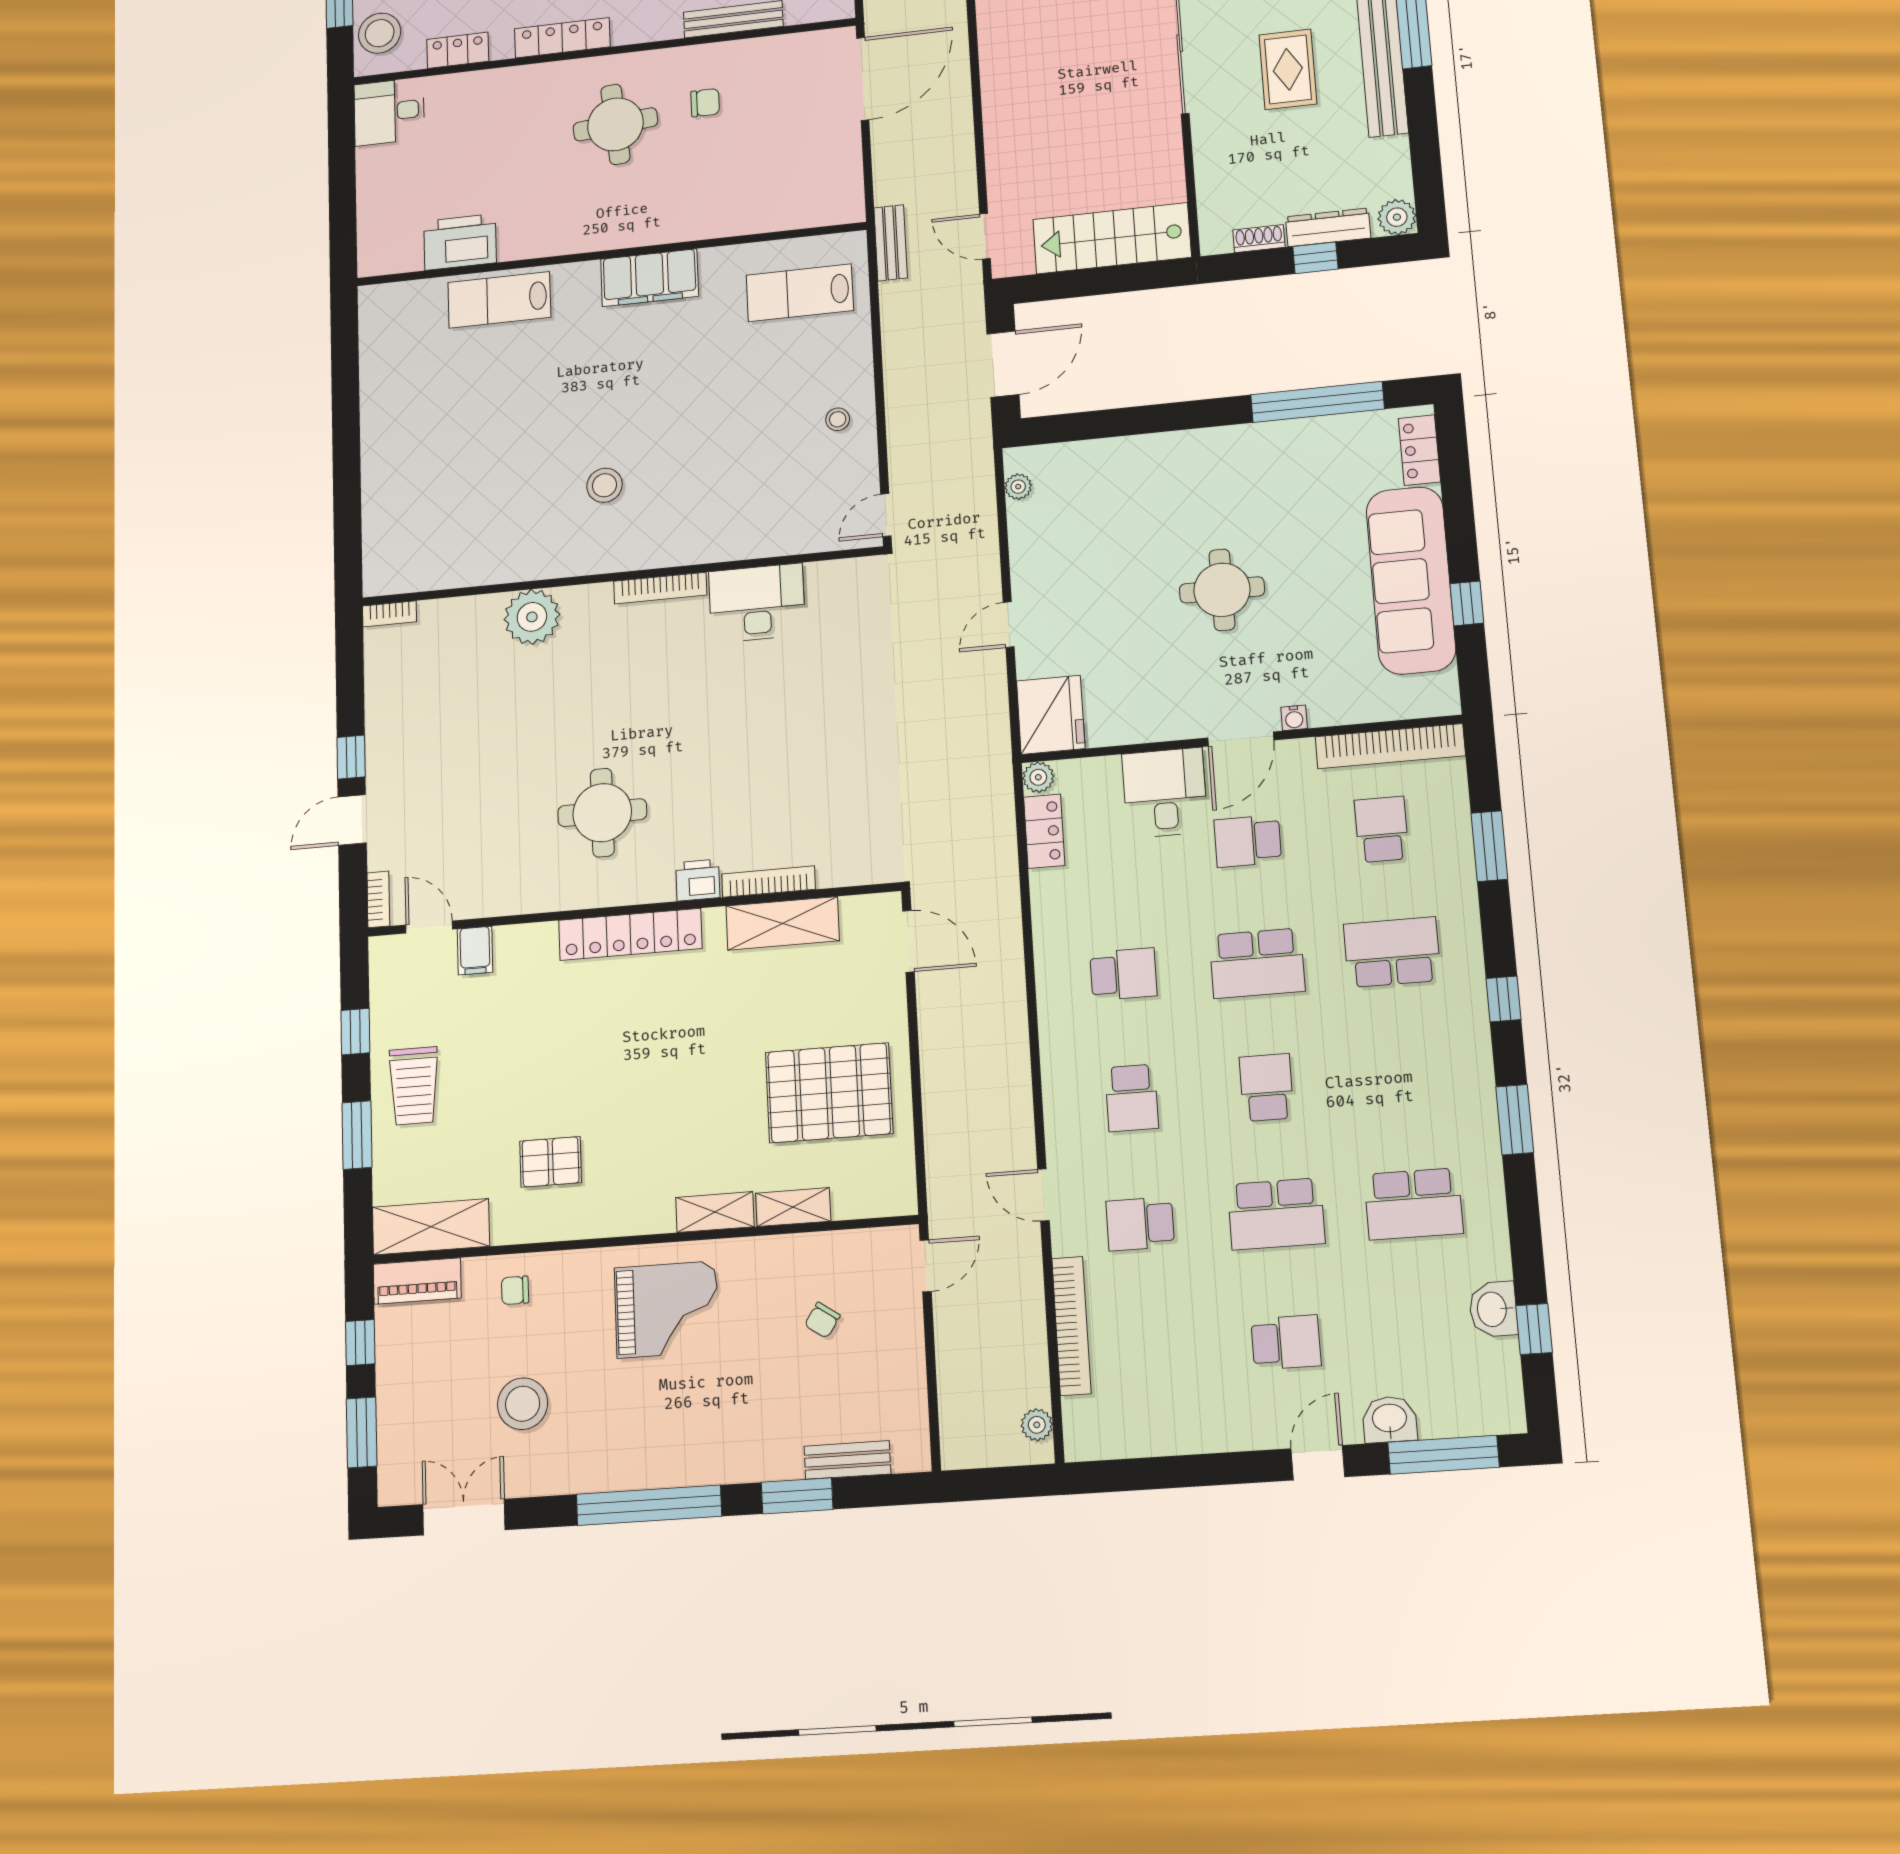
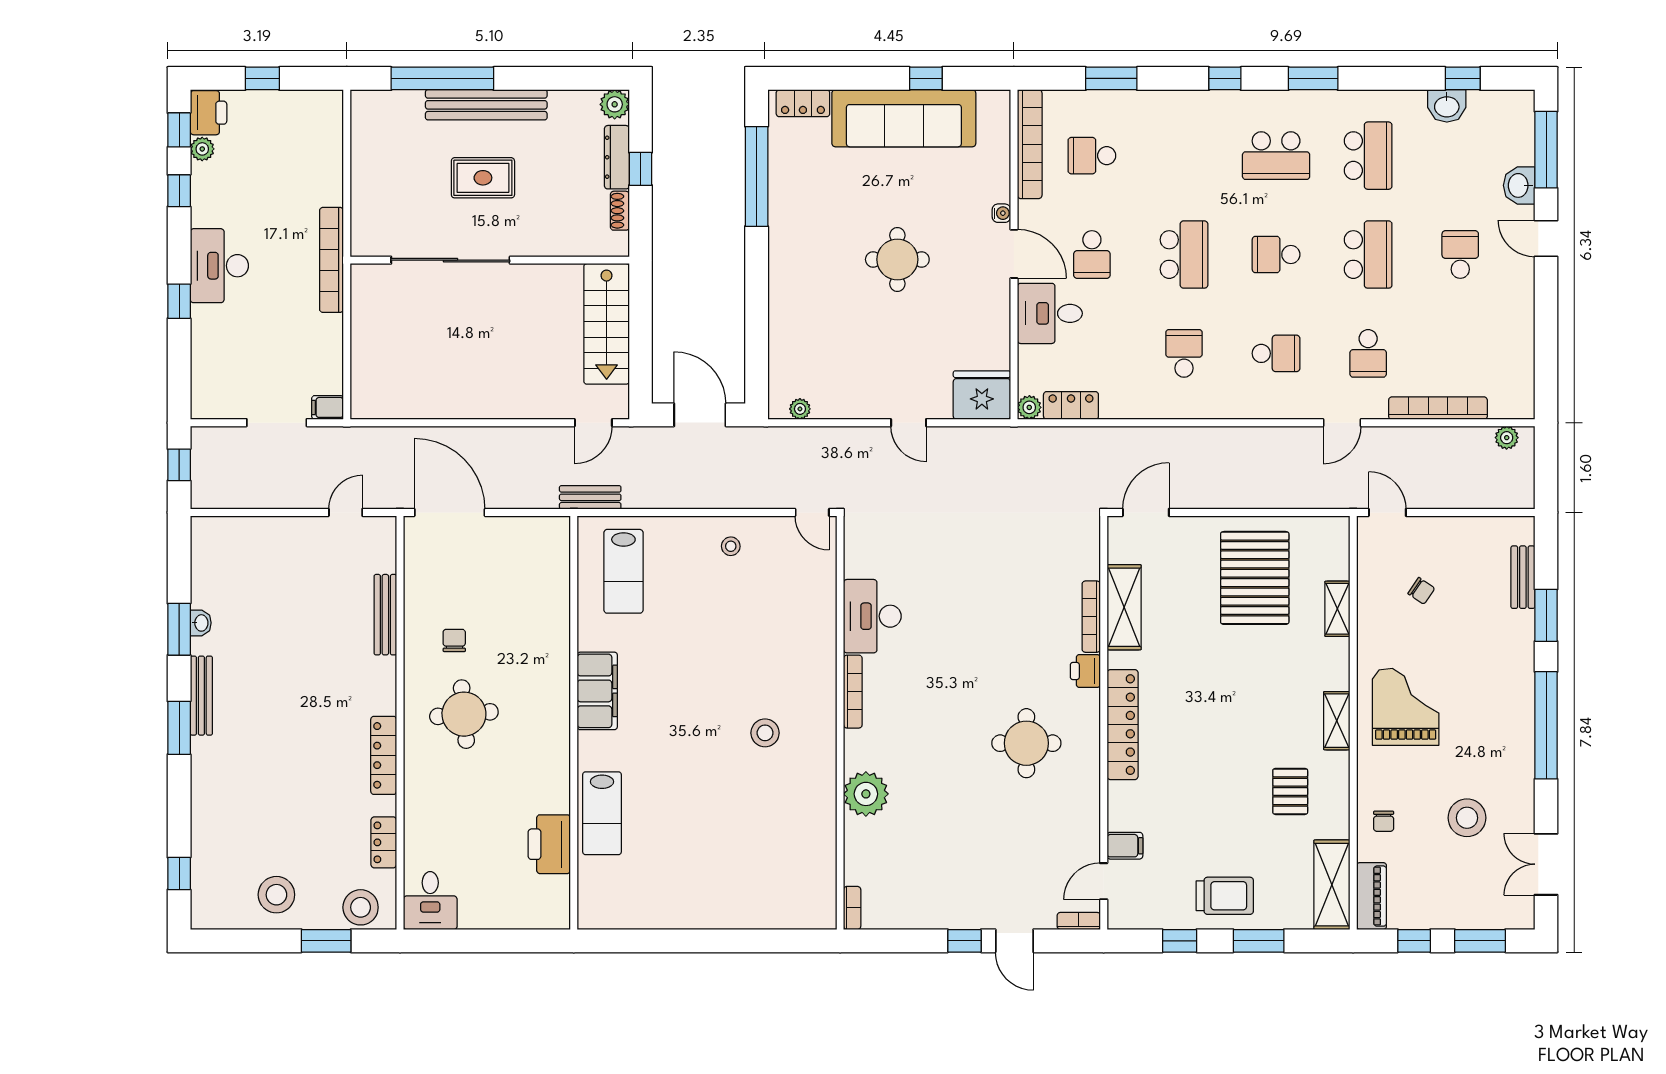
school desk: (1392, 952) -> (1276, 156), moved, turned -90
shelving: (715, 1212) -> (1337, 721), moved

